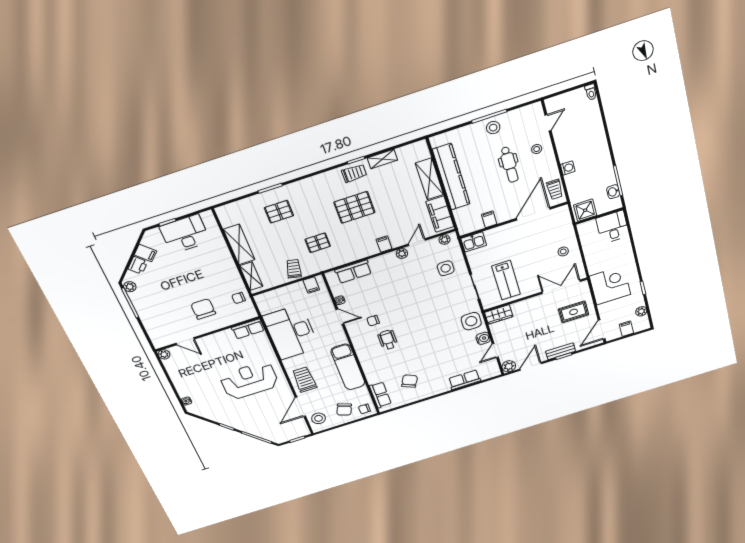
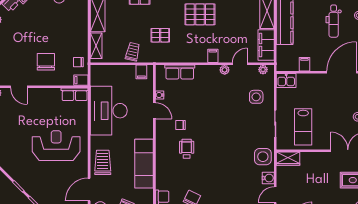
filing cabinet: (249, 314) -> (81, 80), added

